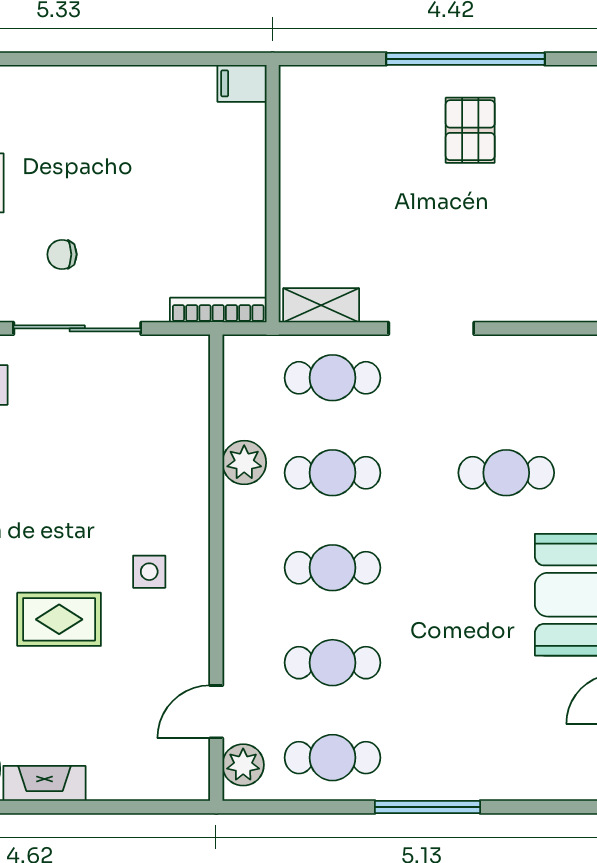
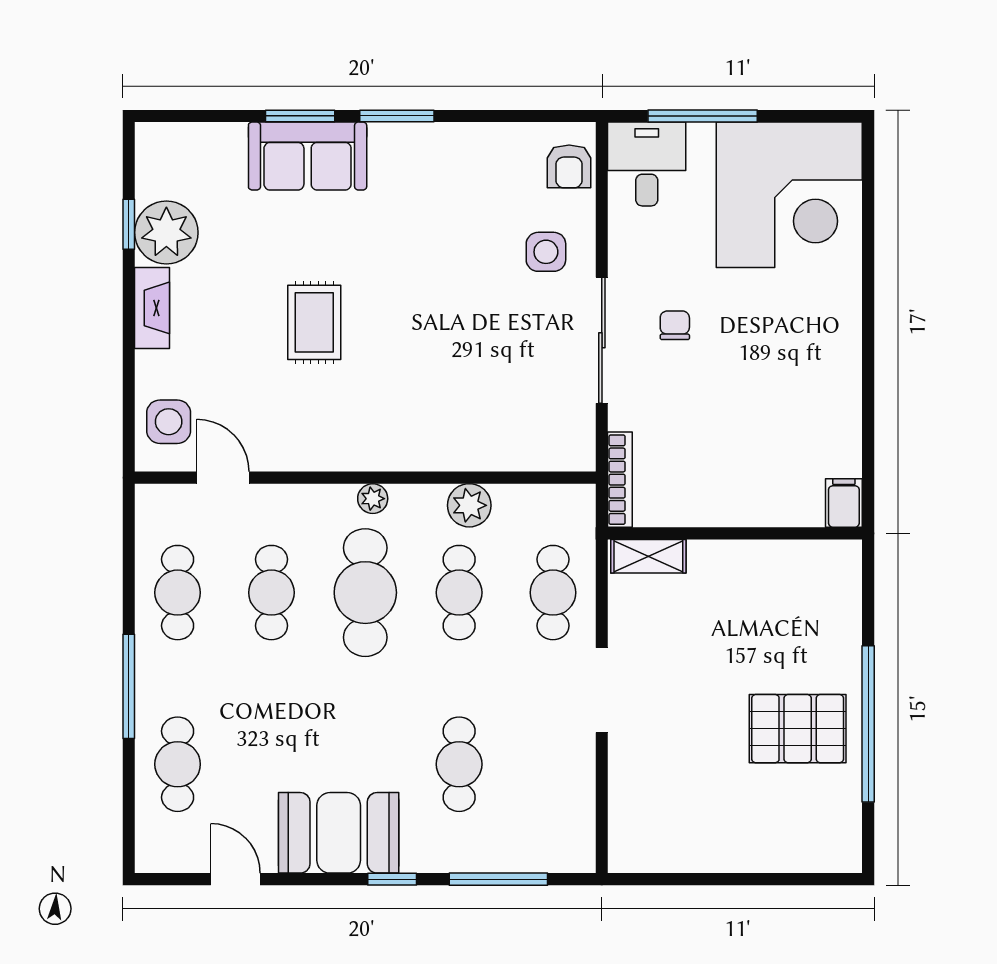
pallet: (470, 130) -> (798, 729), width x1.50, depth x1.42
shelving: (321, 305) -> (648, 556), moved, turned 90
cafe table: (332, 568) -> (365, 593), width x1.37, depth x1.35
side table: (149, 572) -> (169, 422), moved, width x1.37, depth x1.37
cafe table: (506, 758) -> (178, 764), added
plant: (243, 765) -> (373, 499), moved, width x0.73, depth x0.73

